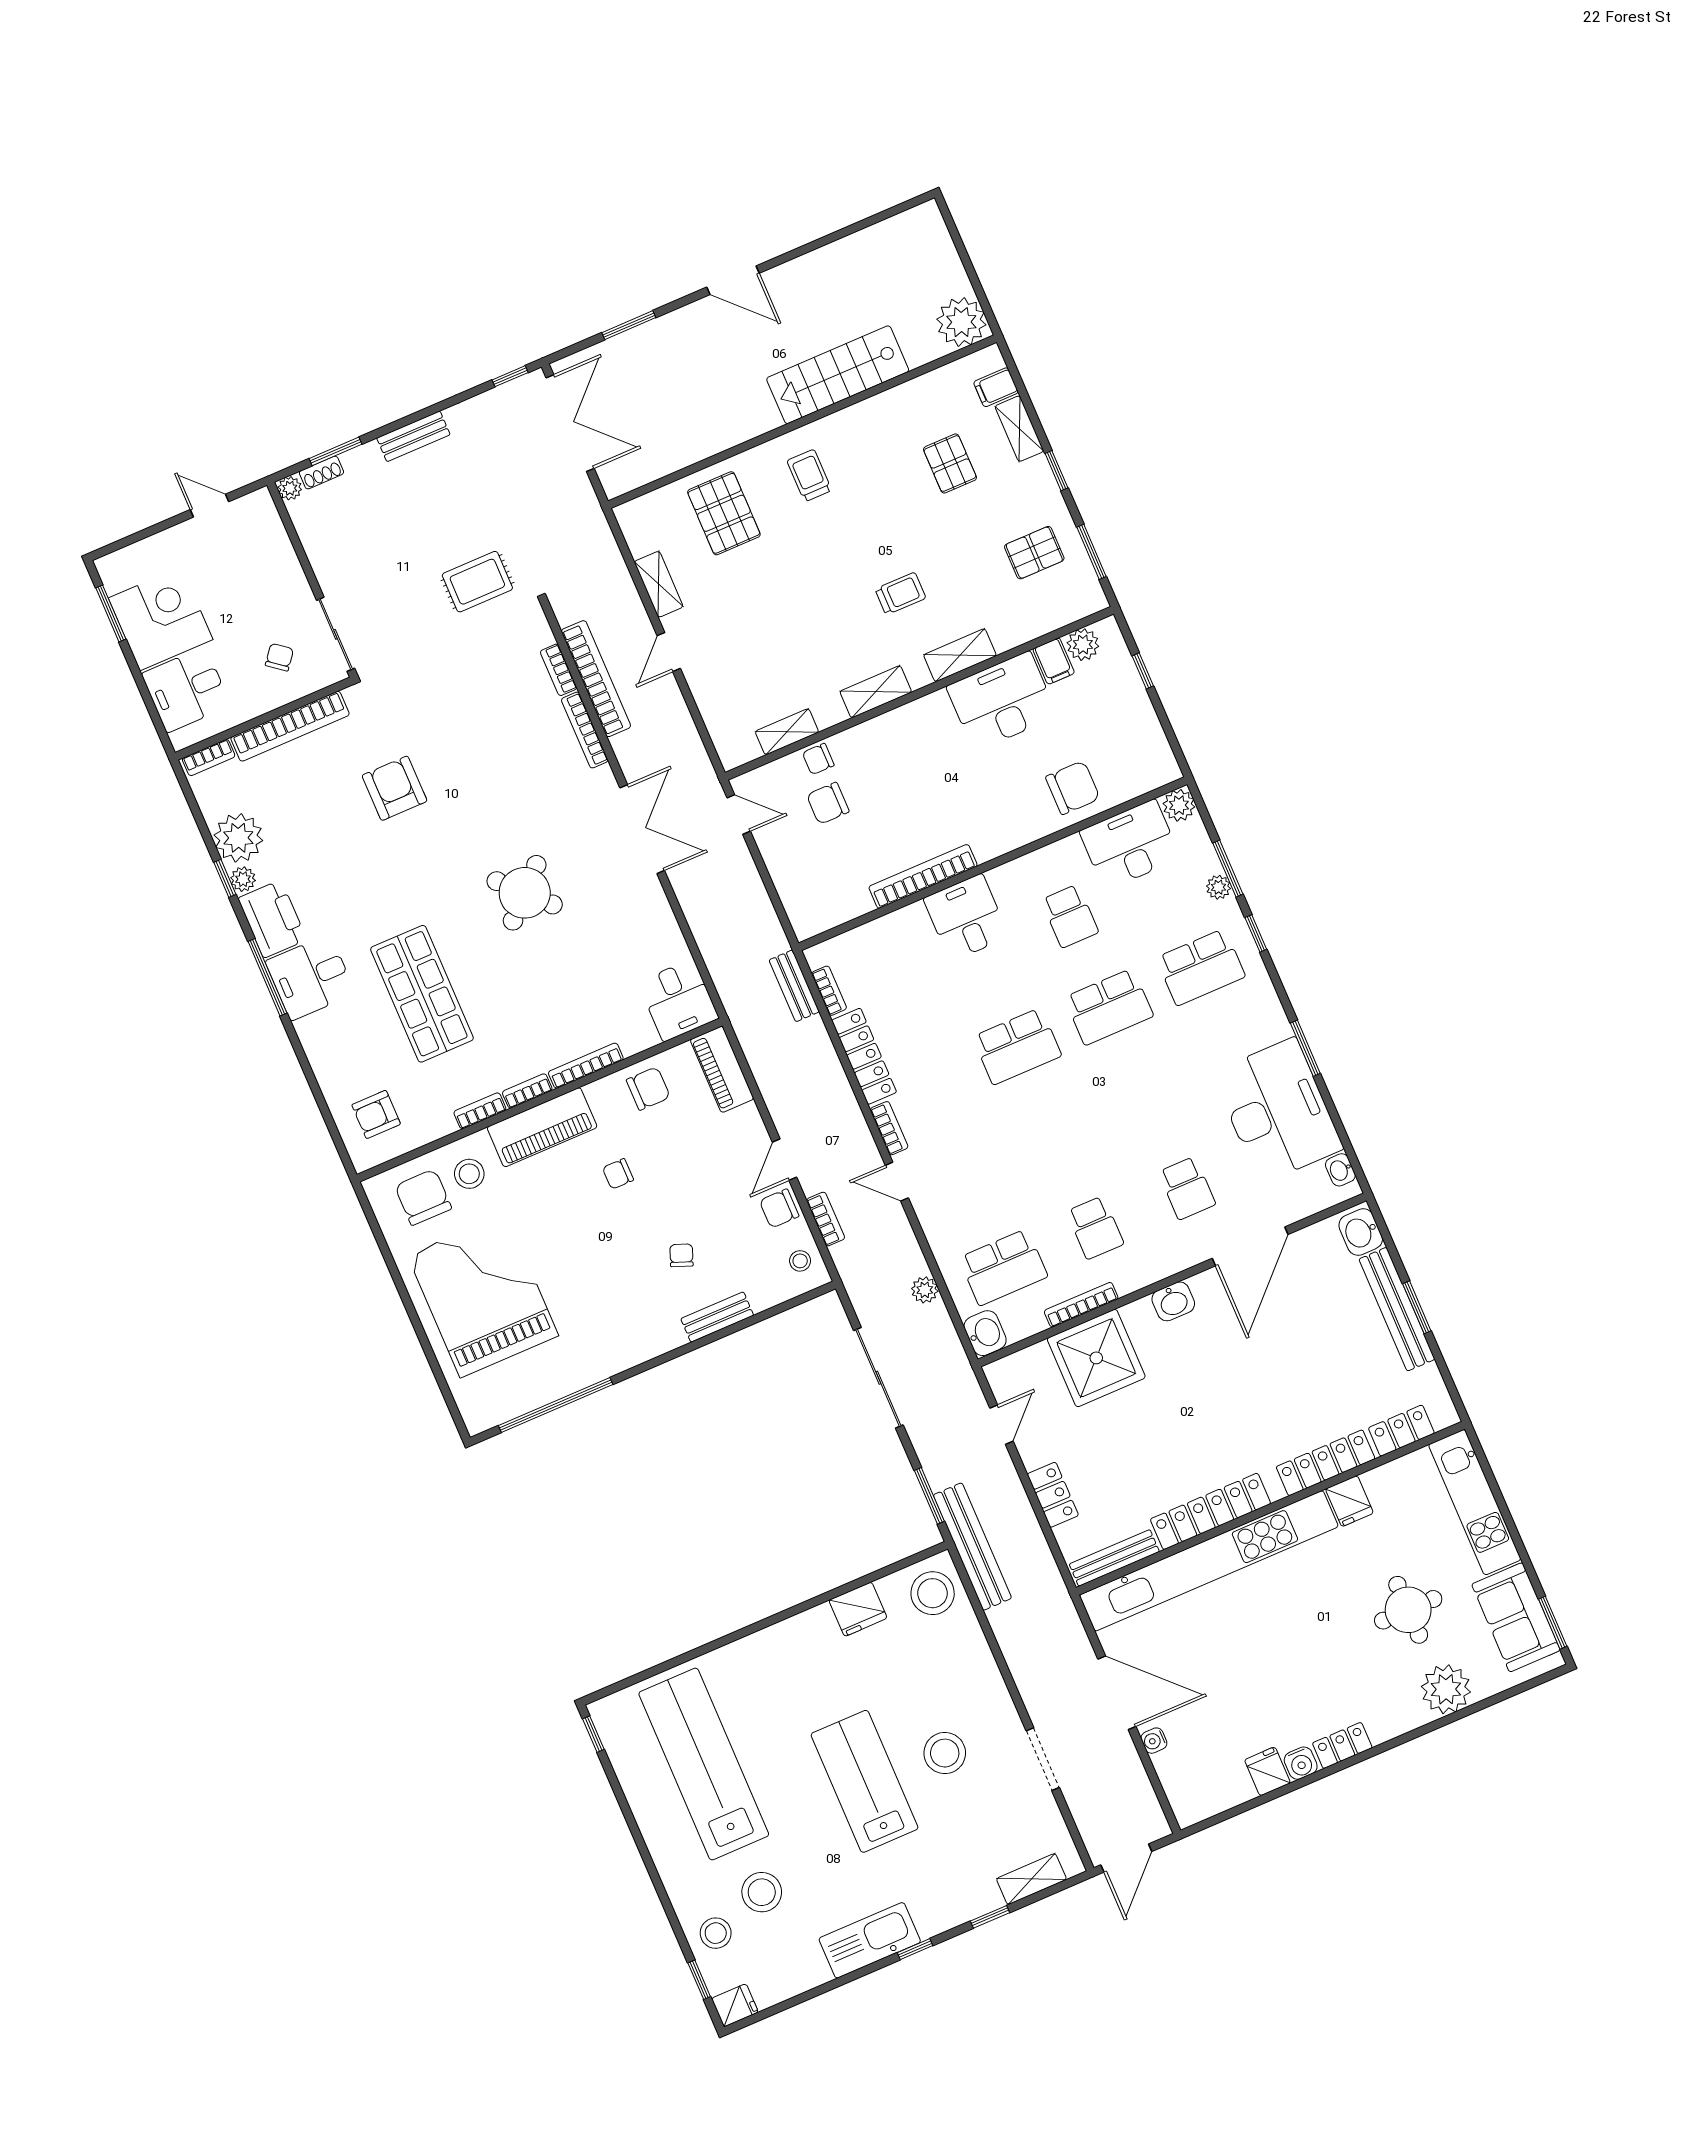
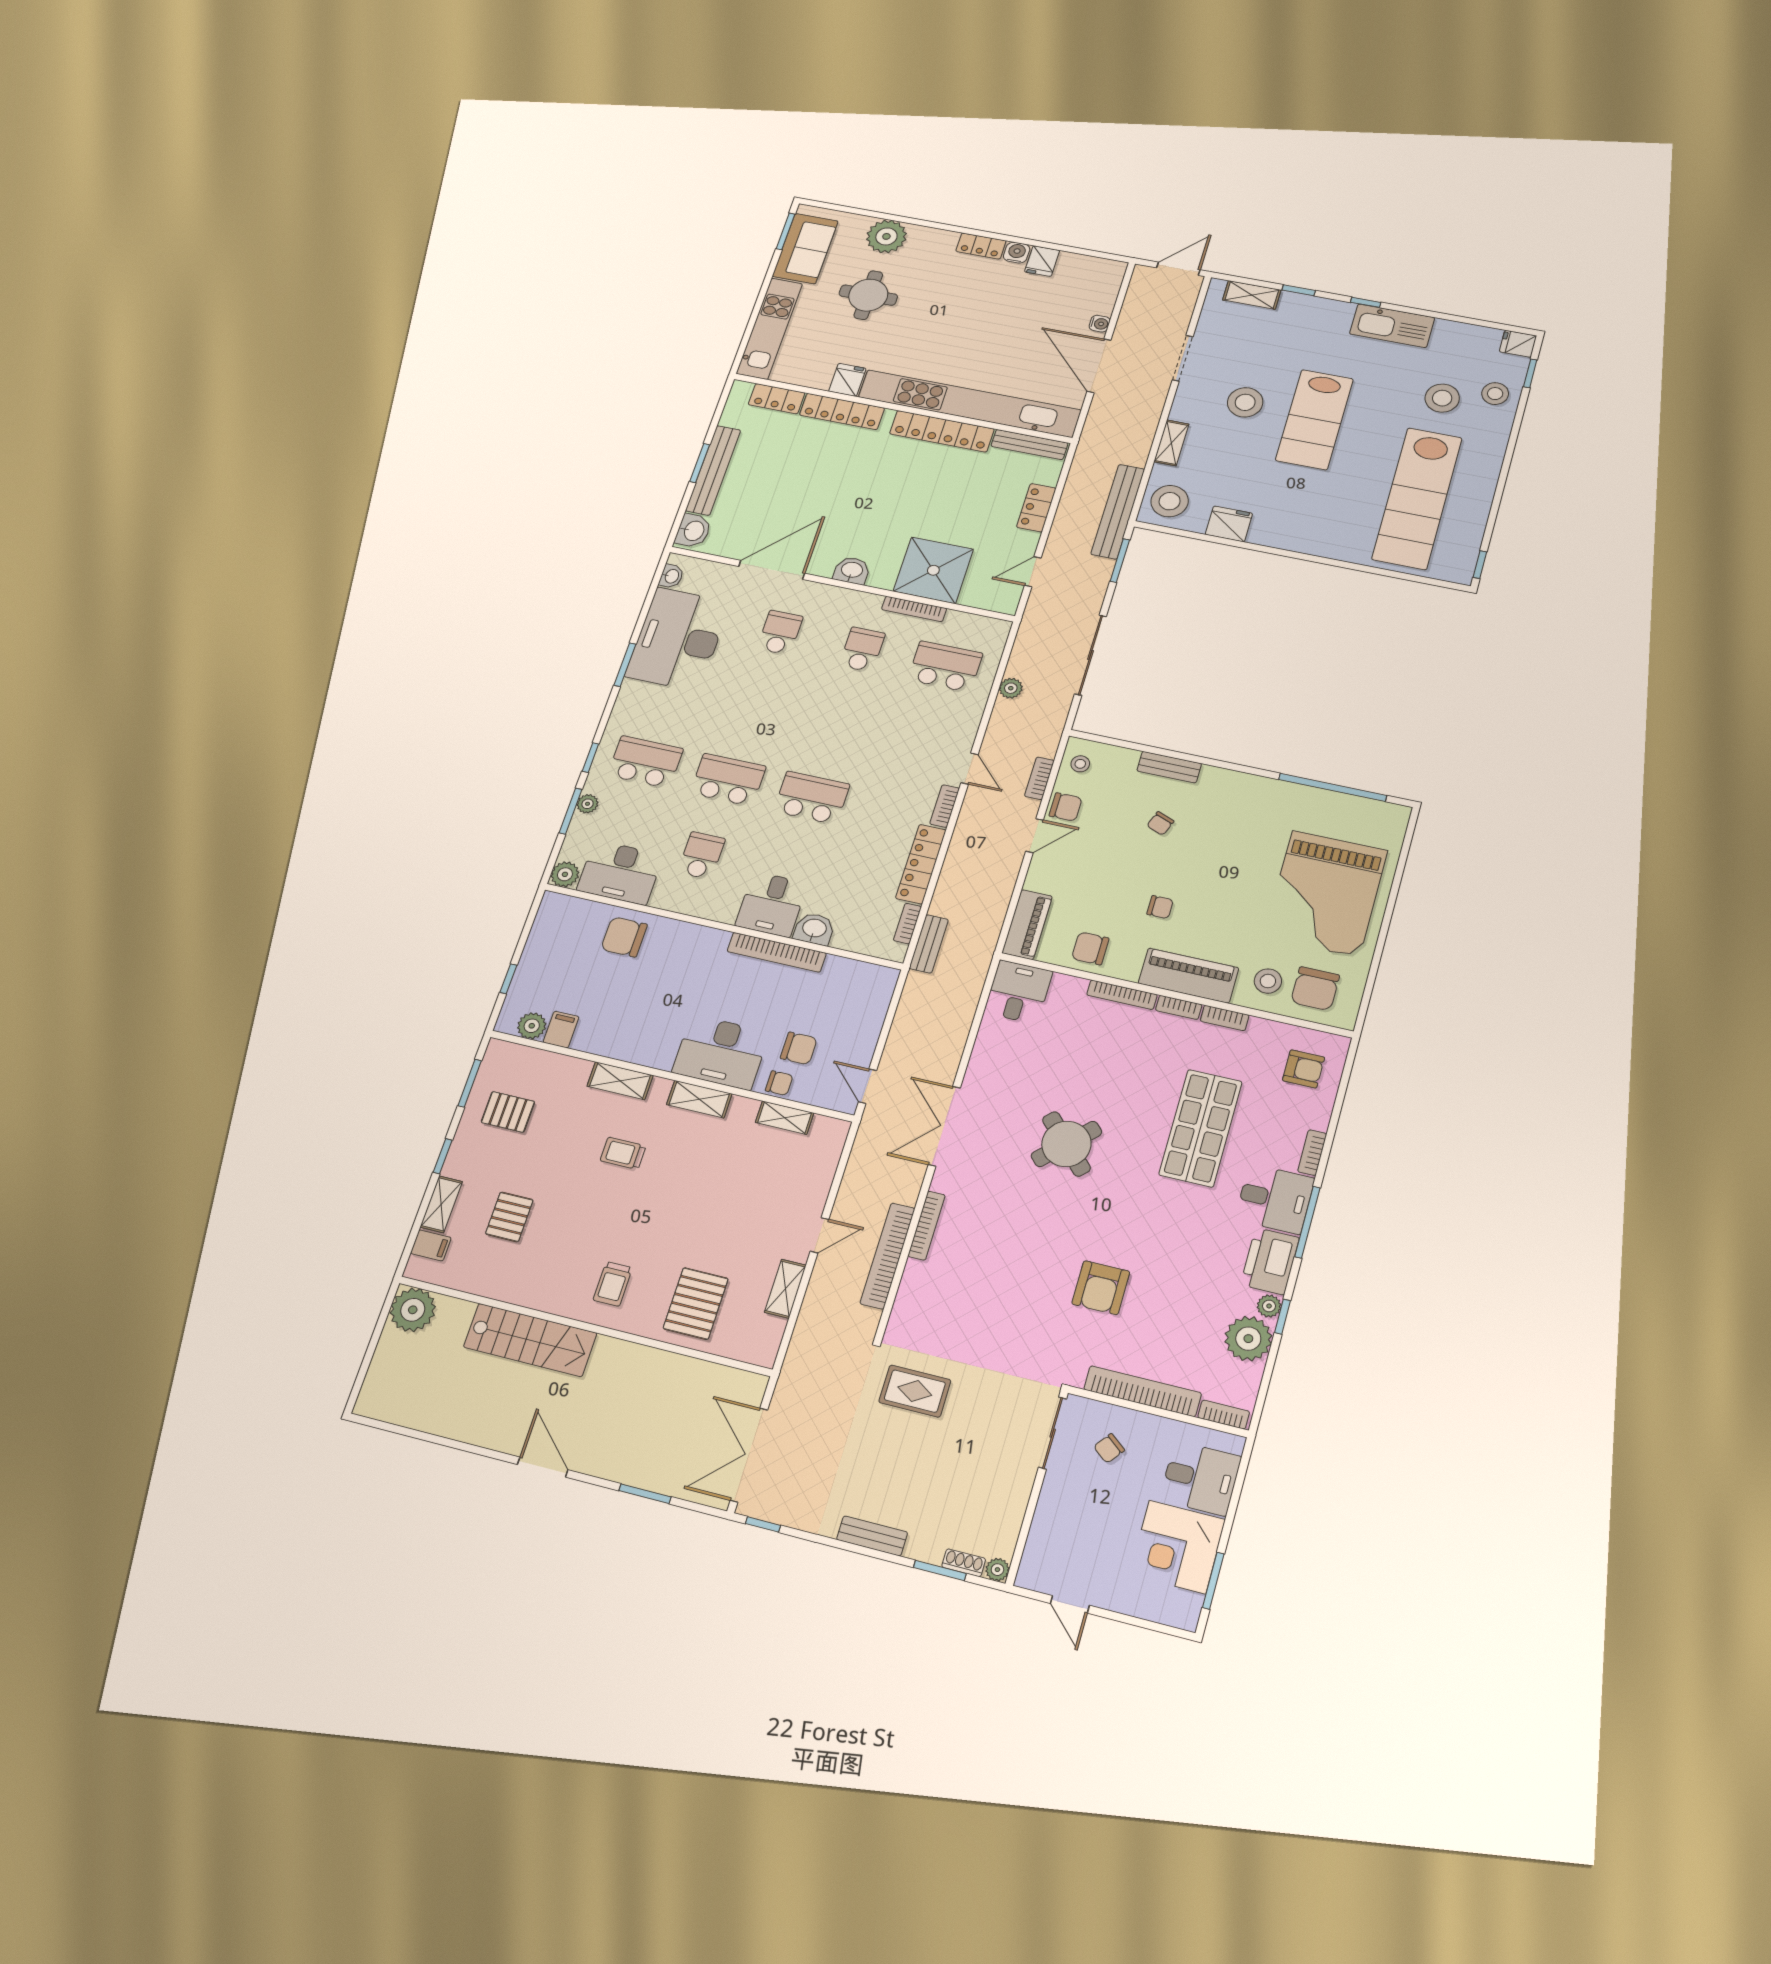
bookcase: (559, 670) -> (1312, 1153), moved, turned 180
desk: (1002, 701) -> (721, 1052), moved
washbasin: (985, 1333) -> (814, 929), moved, turned 90
shelving: (980, 1658) -> (1171, 443), added

